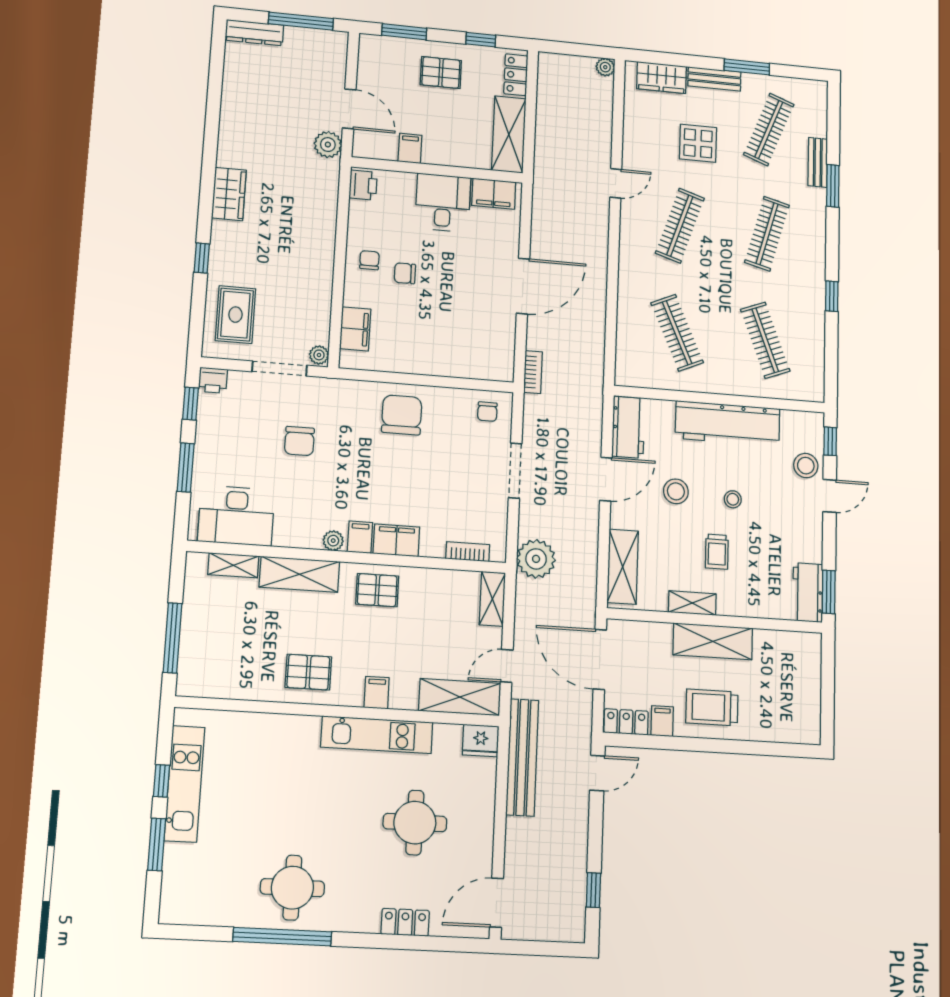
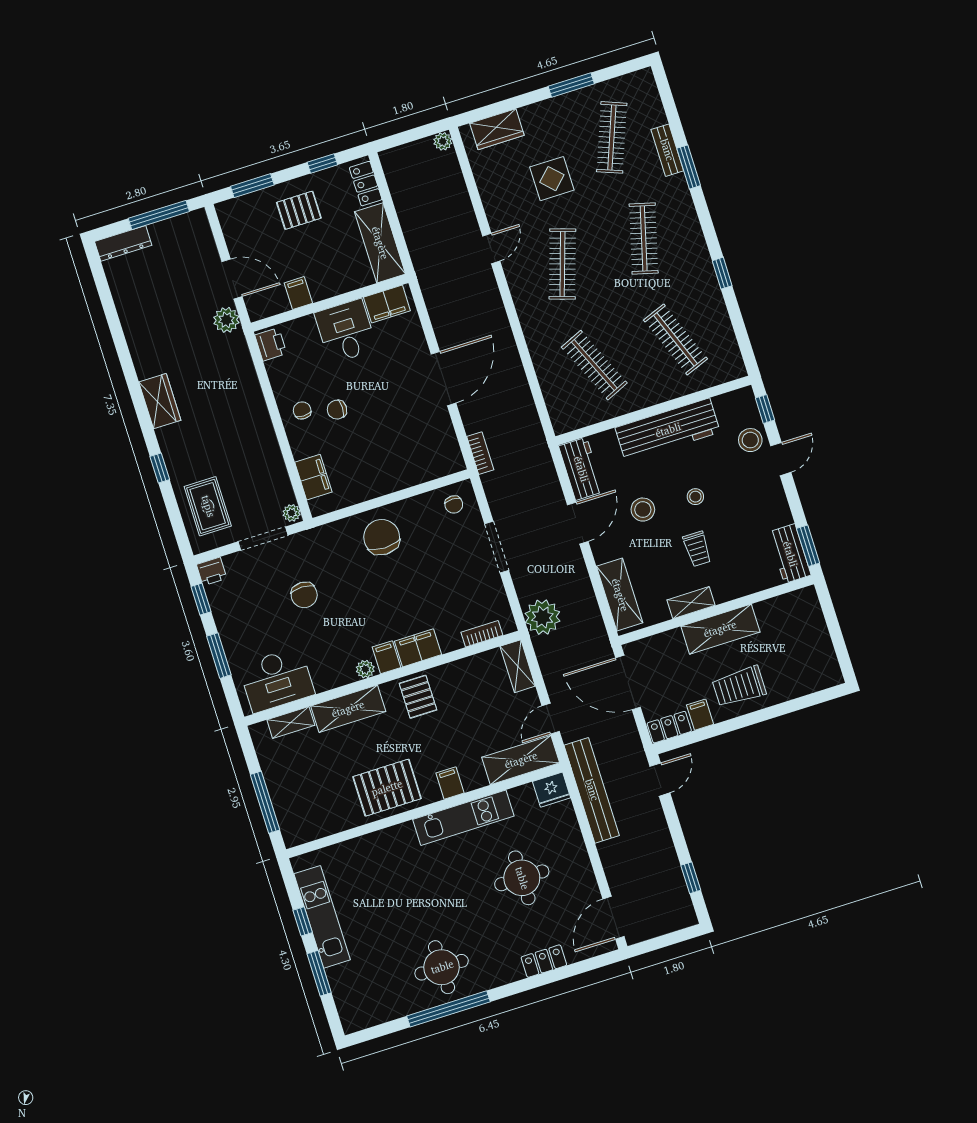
bench: (714, 79) -> (545, 110), removed
pallet: (377, 590) -> (418, 697), turned 90
pallet: (308, 672) -> (387, 788), width x1.50, depth x1.42

